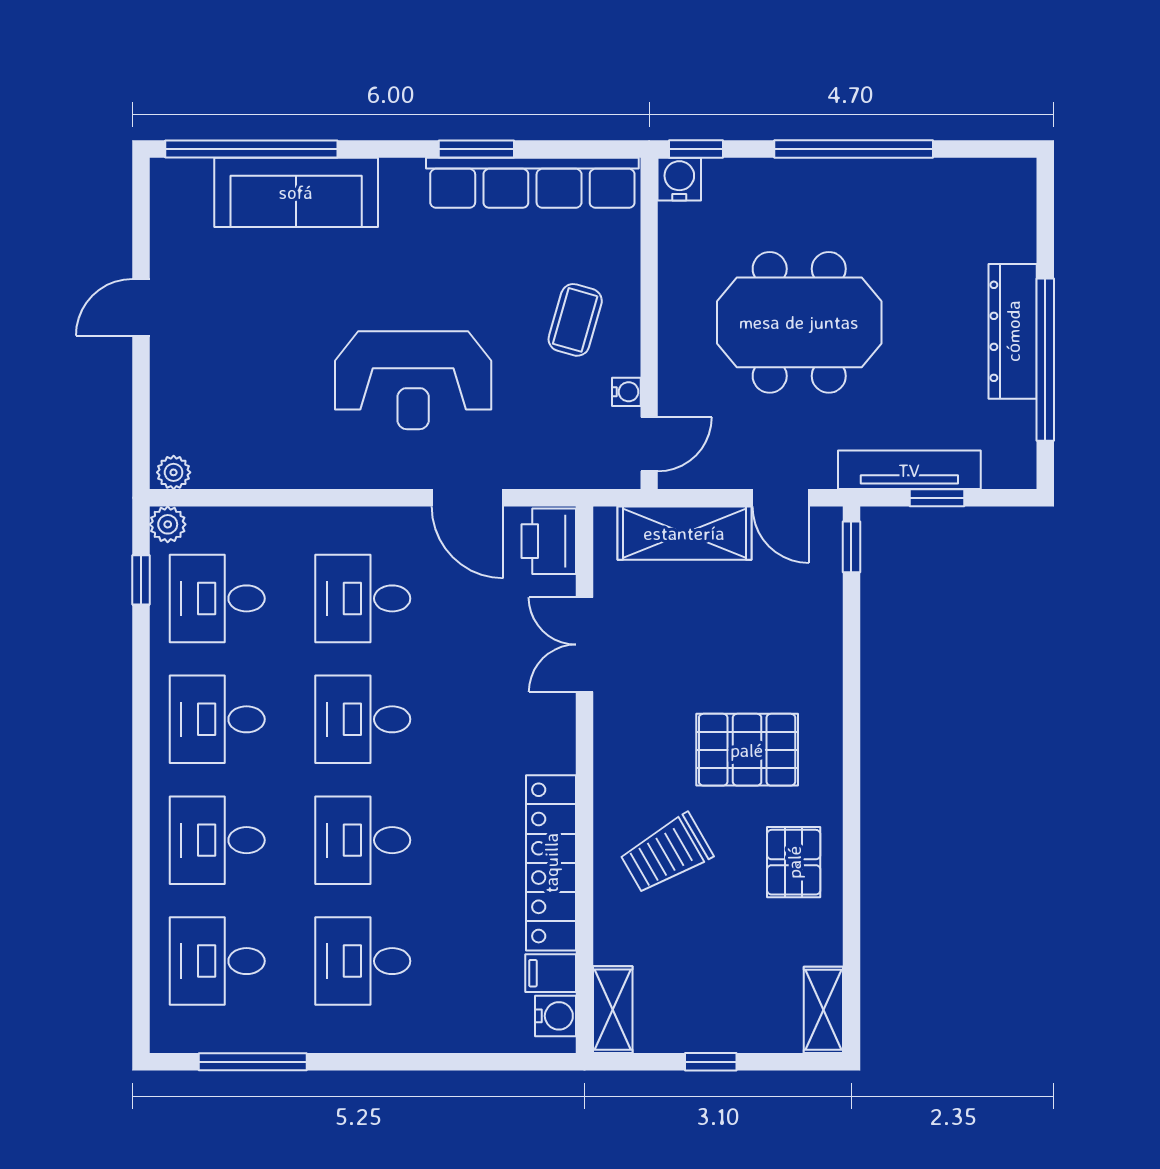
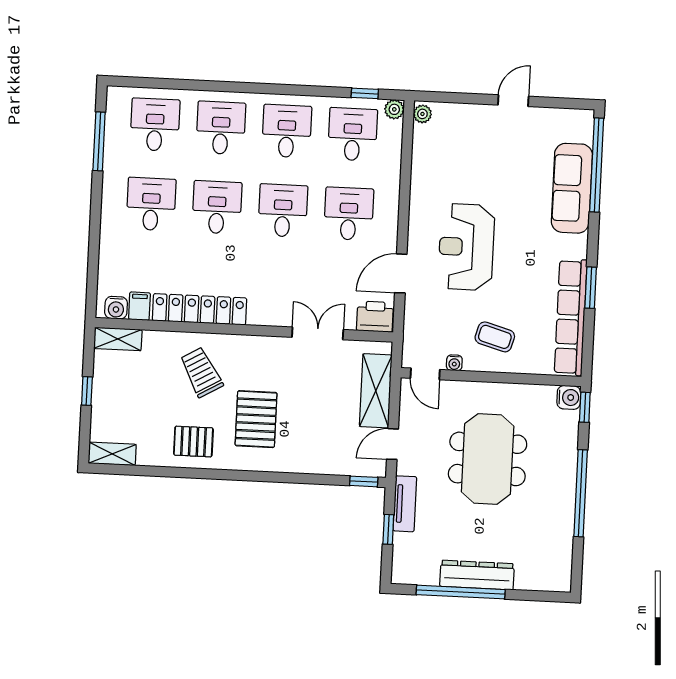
door: (141, 307) -> (513, 101), hinge flipped
tv unit: (909, 470) -> (405, 504), width x0.71

